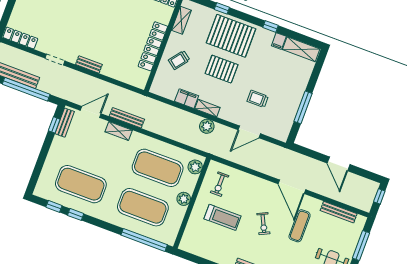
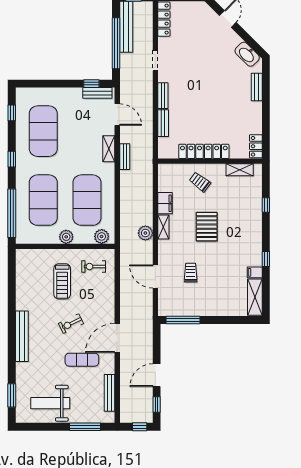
pallet: (231, 36) -> (242, 224), removed
bench: (114, 74) -> (163, 123), added
window: (303, 107) -> (183, 320), moved
bench: (127, 118) -> (125, 157), width x0.73
window: (365, 174) -> (157, 405), added
window: (76, 214) -> (12, 159), moved

